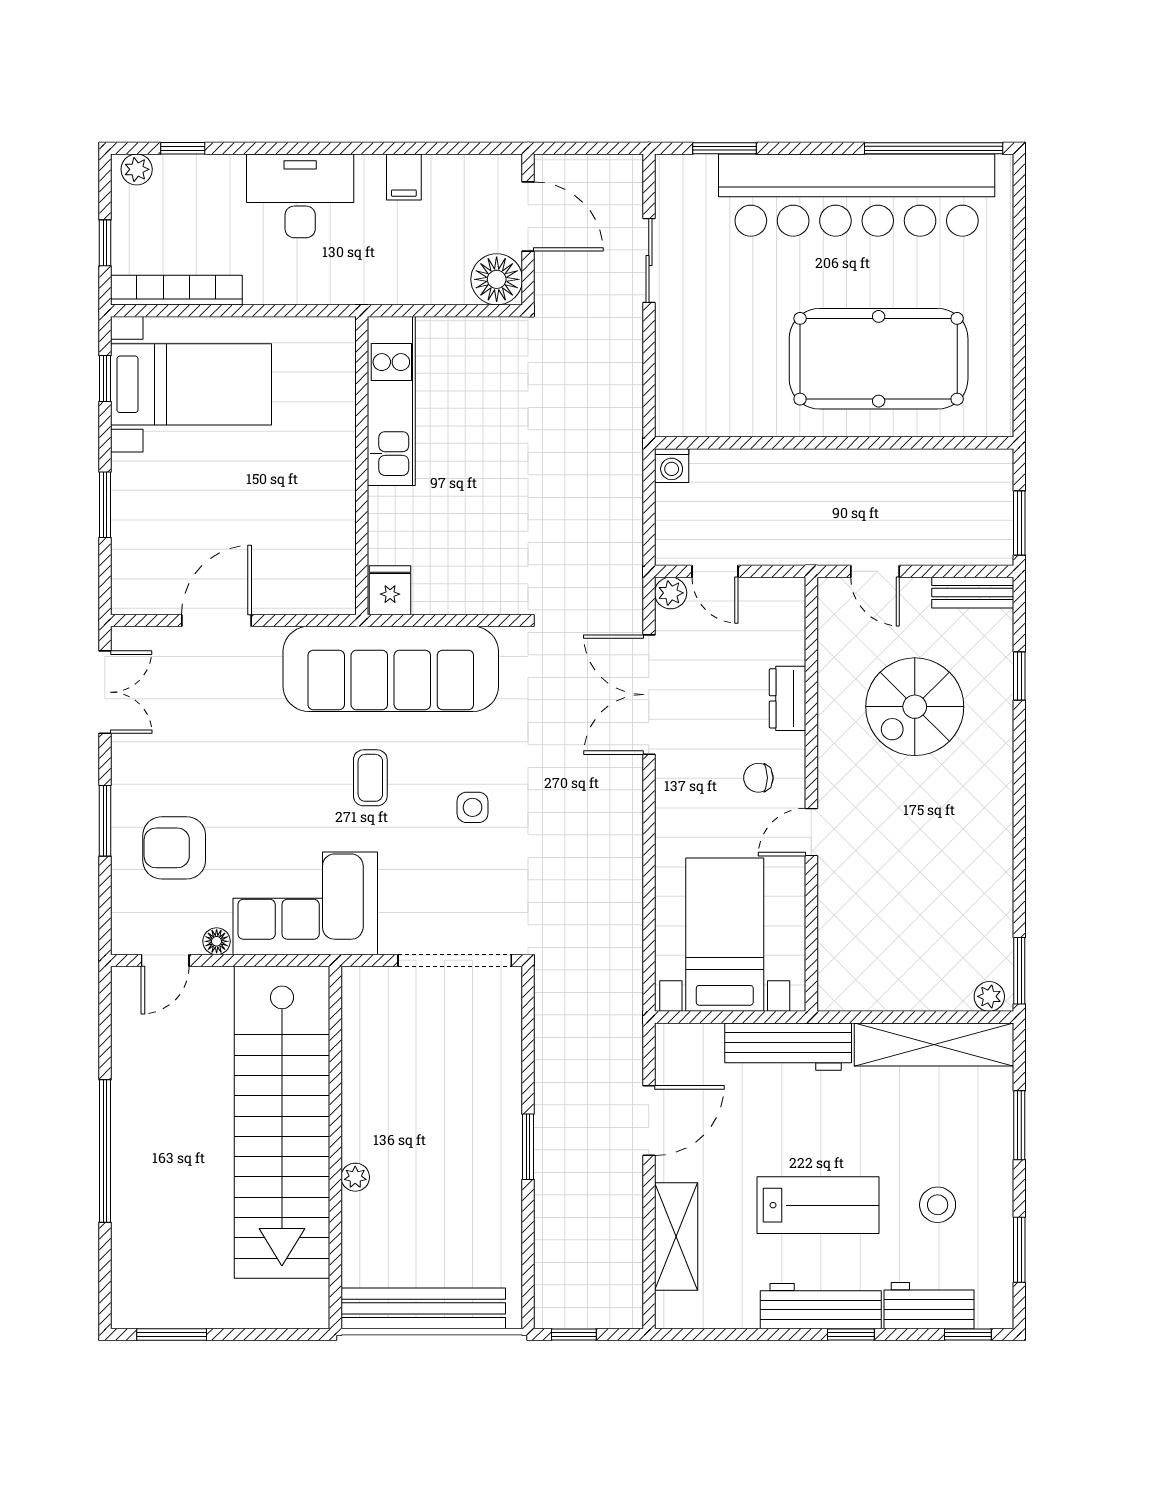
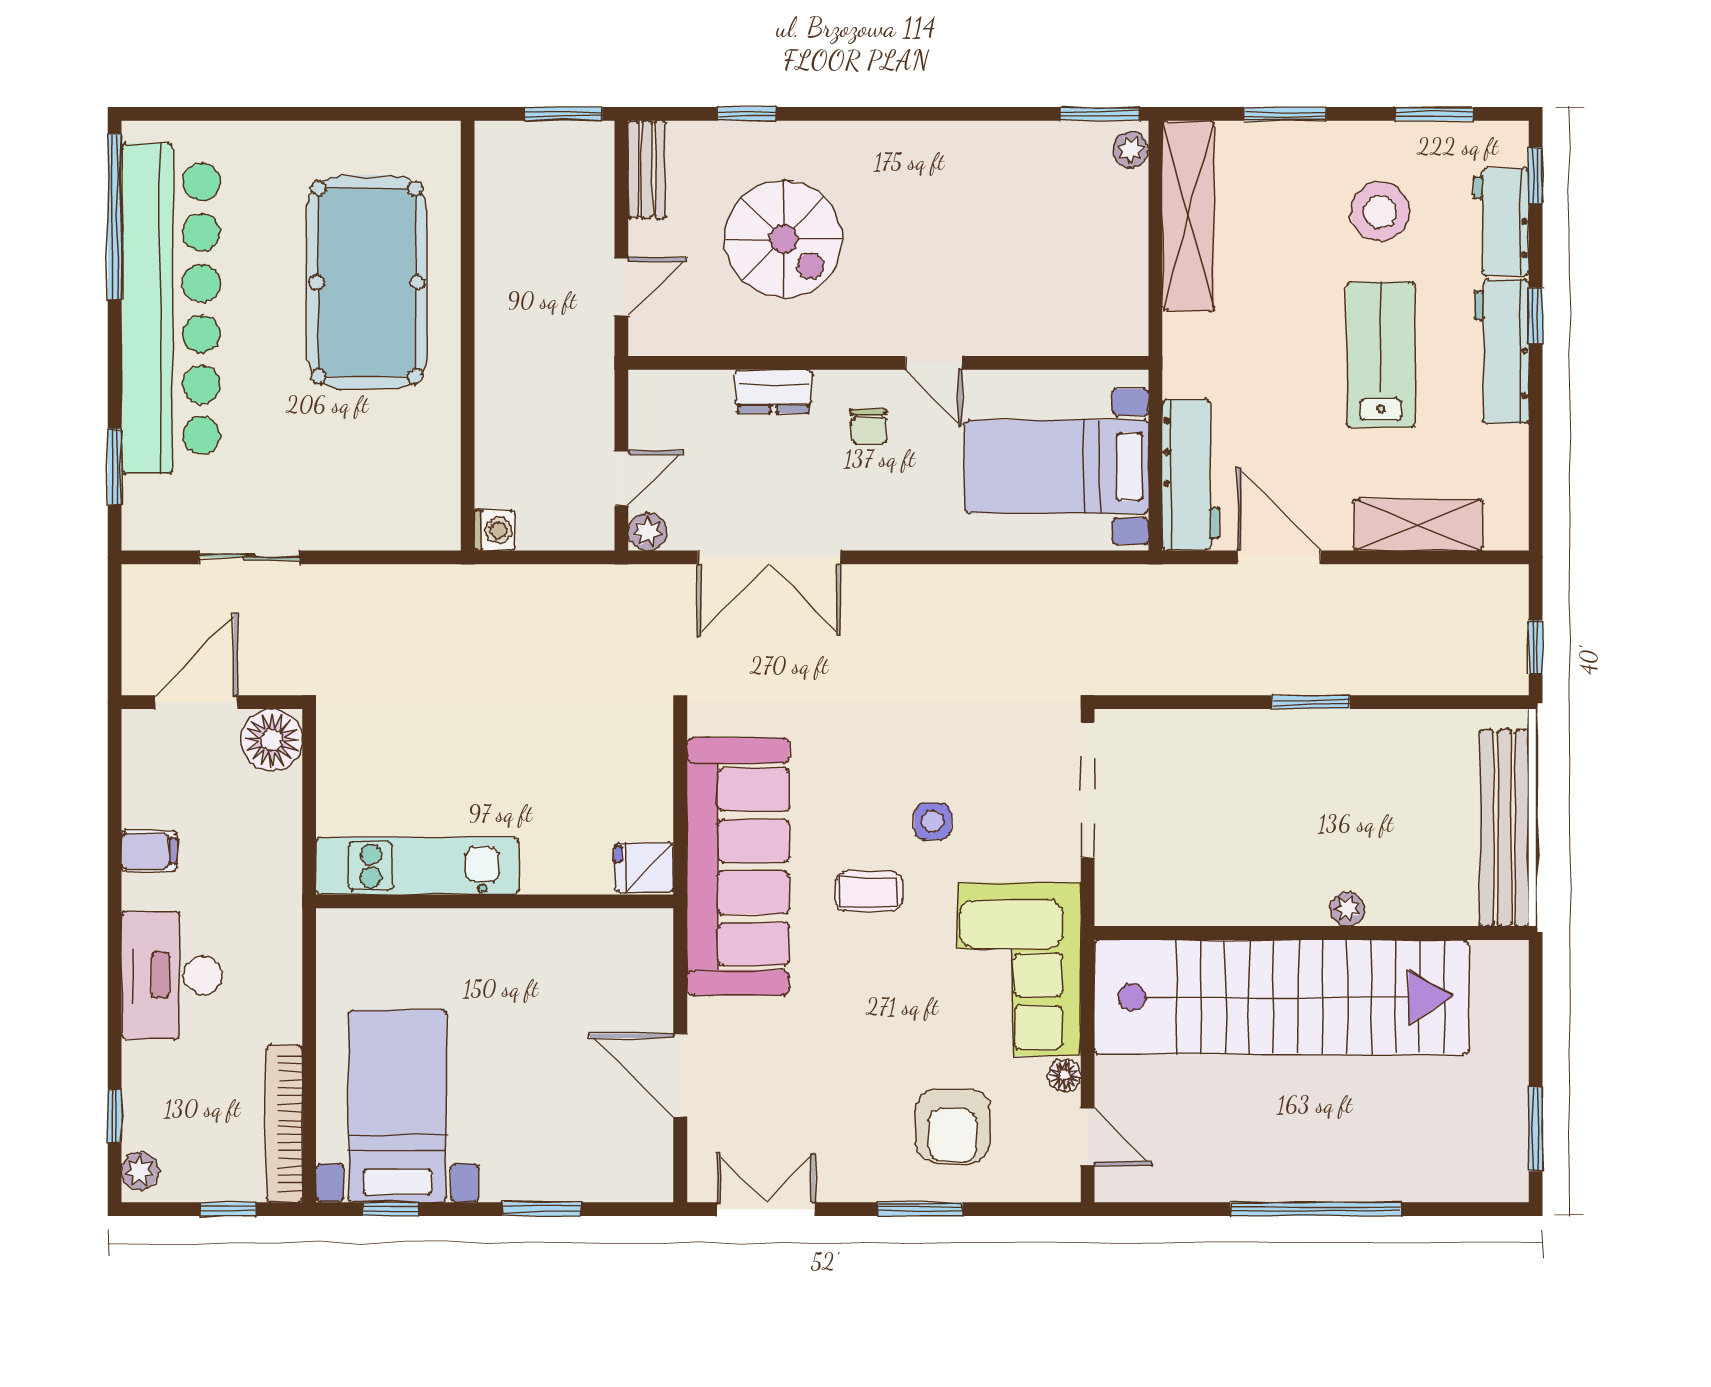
side table: (473, 807) -> (933, 821), moved
workbench: (788, 1047) -> (1191, 475), moved
stool: (938, 1205) -> (1380, 212), width x1.38, depth x1.38

